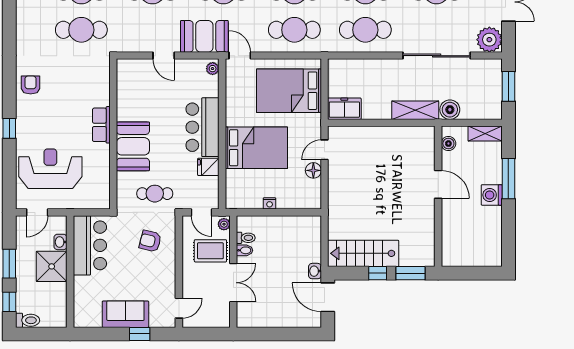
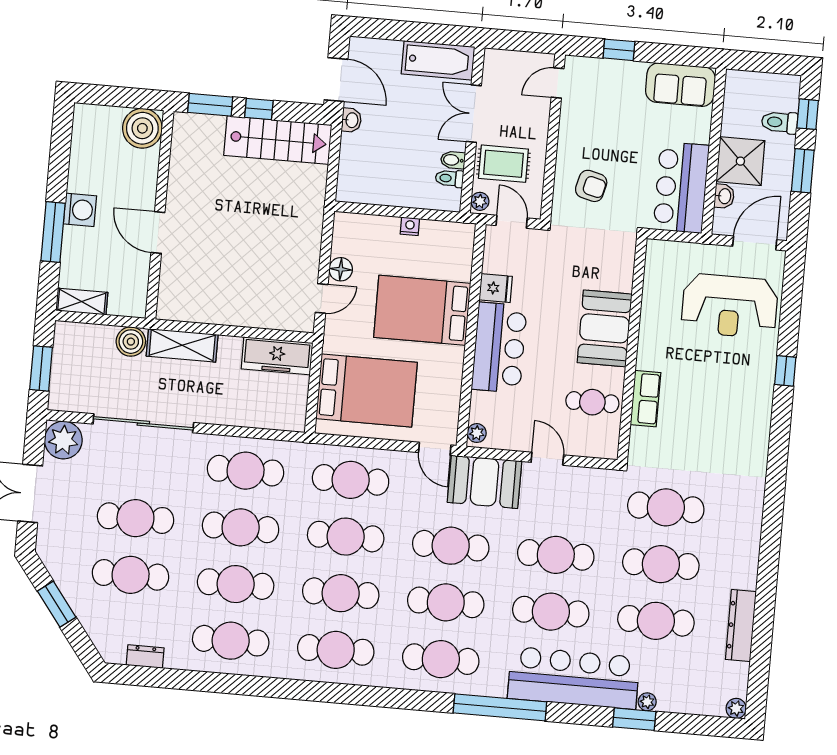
armchair: (31, 85) -> (748, 432), removed
freezer: (344, 109) -> (277, 356), width x1.40
row of seats: (101, 125) -> (646, 399), moved
boiler: (448, 144) -> (142, 128), moved, width x1.86, depth x1.86
cafe table: (155, 194) -> (592, 402), moved
door: (37, 212) -> (755, 243), width x1.38
sofa: (125, 314) -> (680, 85), moved
bathtub: (260, 316) -> (438, 60), added
toilet: (28, 320) -> (780, 122), moved

